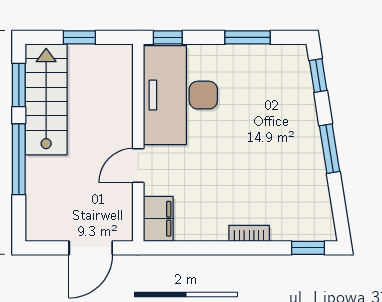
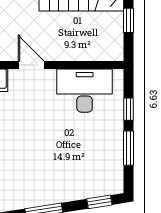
window: (168, 37) -> (128, 109), moved
desk: (180, 95) -> (85, 91), width x0.73, depth x0.77

